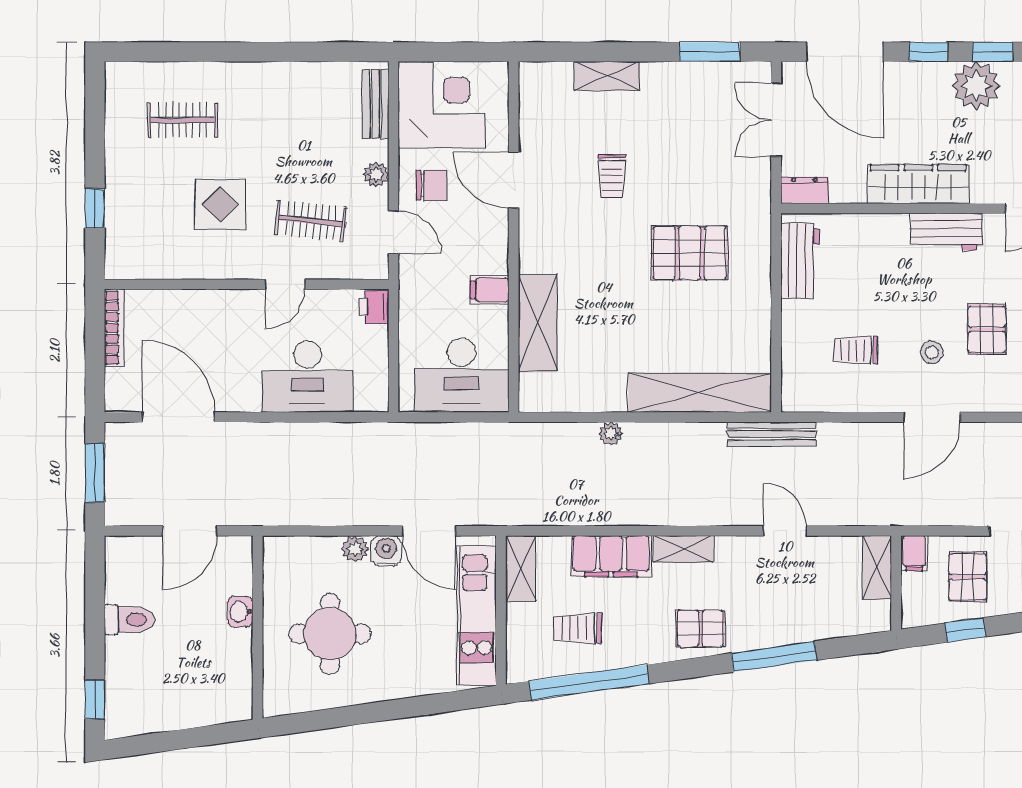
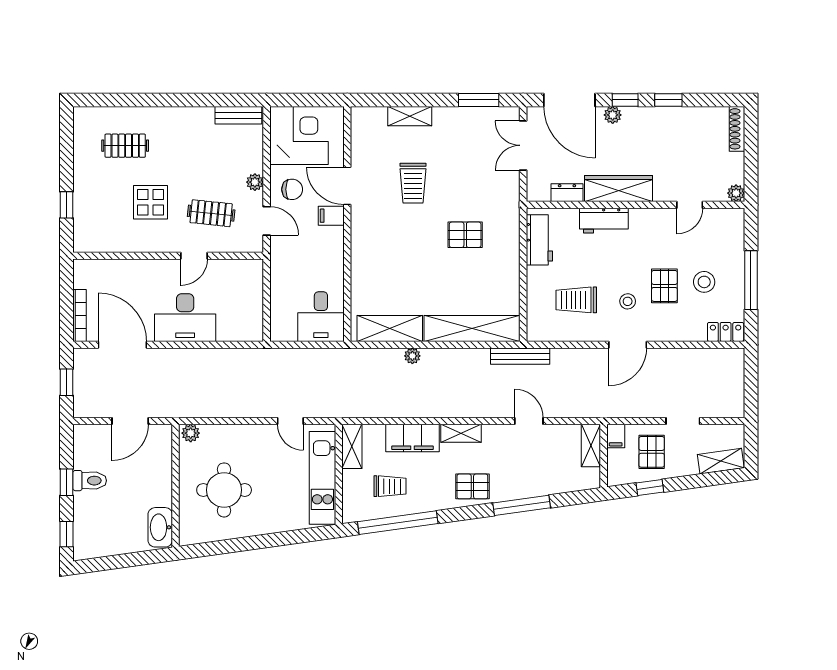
plant: (976, 86) -> (613, 115), moved, width x0.53, depth x0.53
bench: (376, 104) -> (238, 115), moved, turned 90
trolley: (612, 176) -> (413, 183), width x1.36, depth x1.39
dresser: (805, 190) -> (567, 193), moved
workbench: (946, 232) -> (604, 221), moved
pallet: (690, 253) -> (465, 235), width x0.67, depth x0.71
filing cabinet: (490, 290) -> (331, 216), moved
printer: (374, 307) -> (253, 271), removed
shelving: (538, 323) -> (390, 329), moved, turned 90
bookcase: (114, 328) -> (79, 315), moved
trolley: (855, 350) -> (576, 300), width x1.36, depth x1.39
desk: (462, 375) -> (321, 317), width x0.73
desk: (307, 377) -> (185, 318), moved
window: (95, 473) -> (66, 382), width x0.67
door: (429, 531) -> (290, 421), width x0.73
plant: (355, 549) -> (191, 433), moved
water cooler: (386, 551) -> (262, 434), removed
washbasin: (240, 612) -> (160, 527), moved, width x1.91, depth x1.45
window: (95, 622) -> (66, 482), added
trolley: (577, 628) -> (390, 486), turned 180

